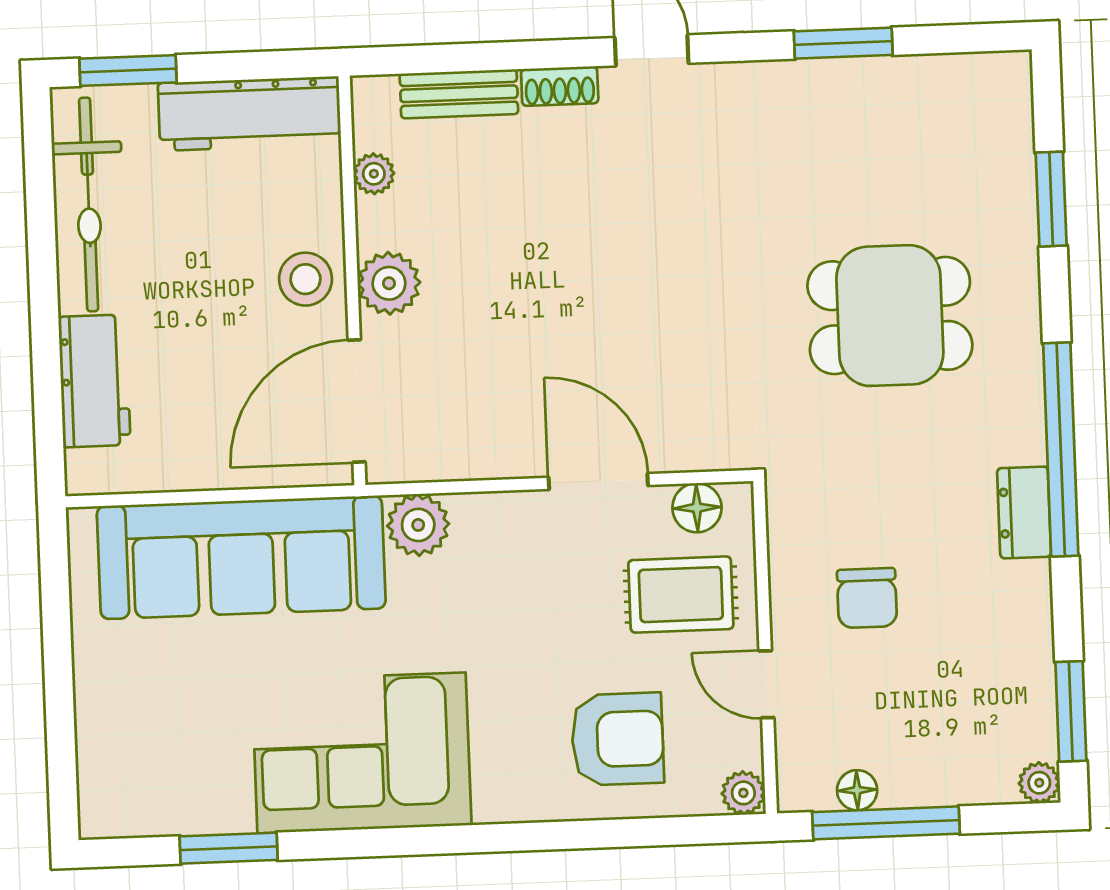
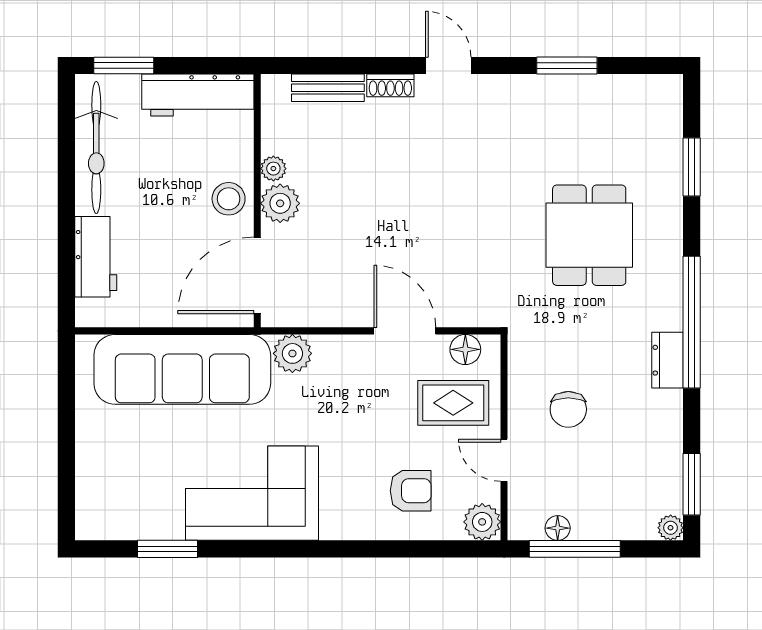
plant: (374, 174) -> (273, 169), moved
dining table: (890, 316) -> (589, 235), turned 90
armchair: (617, 739) -> (411, 491), width x0.72, depth x0.72
plant: (743, 793) -> (482, 522), width x1.38, depth x1.38

